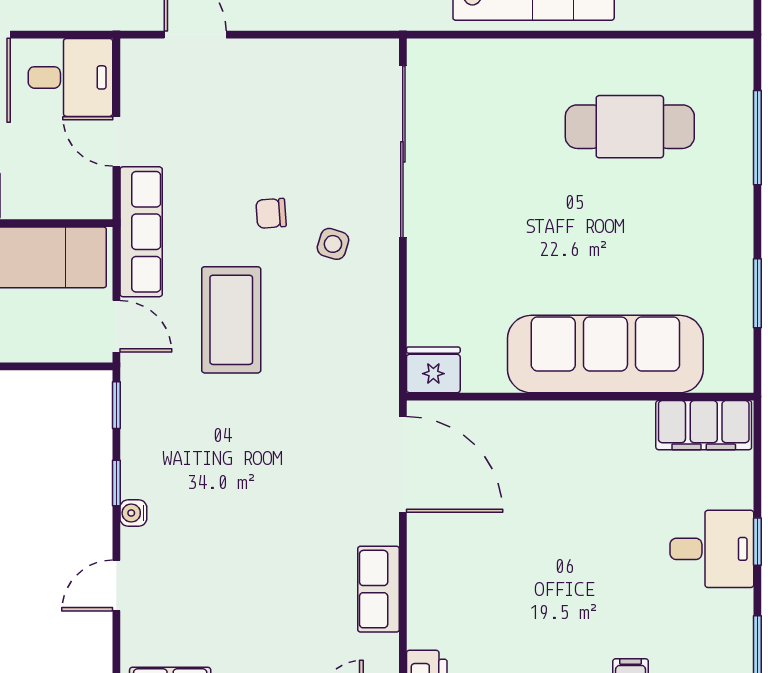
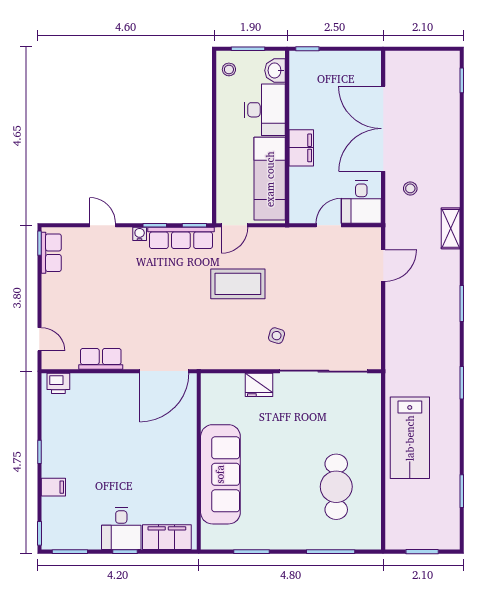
chair: (271, 213) -> (292, 304), removed
row of seats: (141, 232) -> (181, 238), moved
fridge: (433, 370) -> (259, 385), moved, turned 90
filing cabinet: (704, 425) -> (167, 537), moved, turned 90

